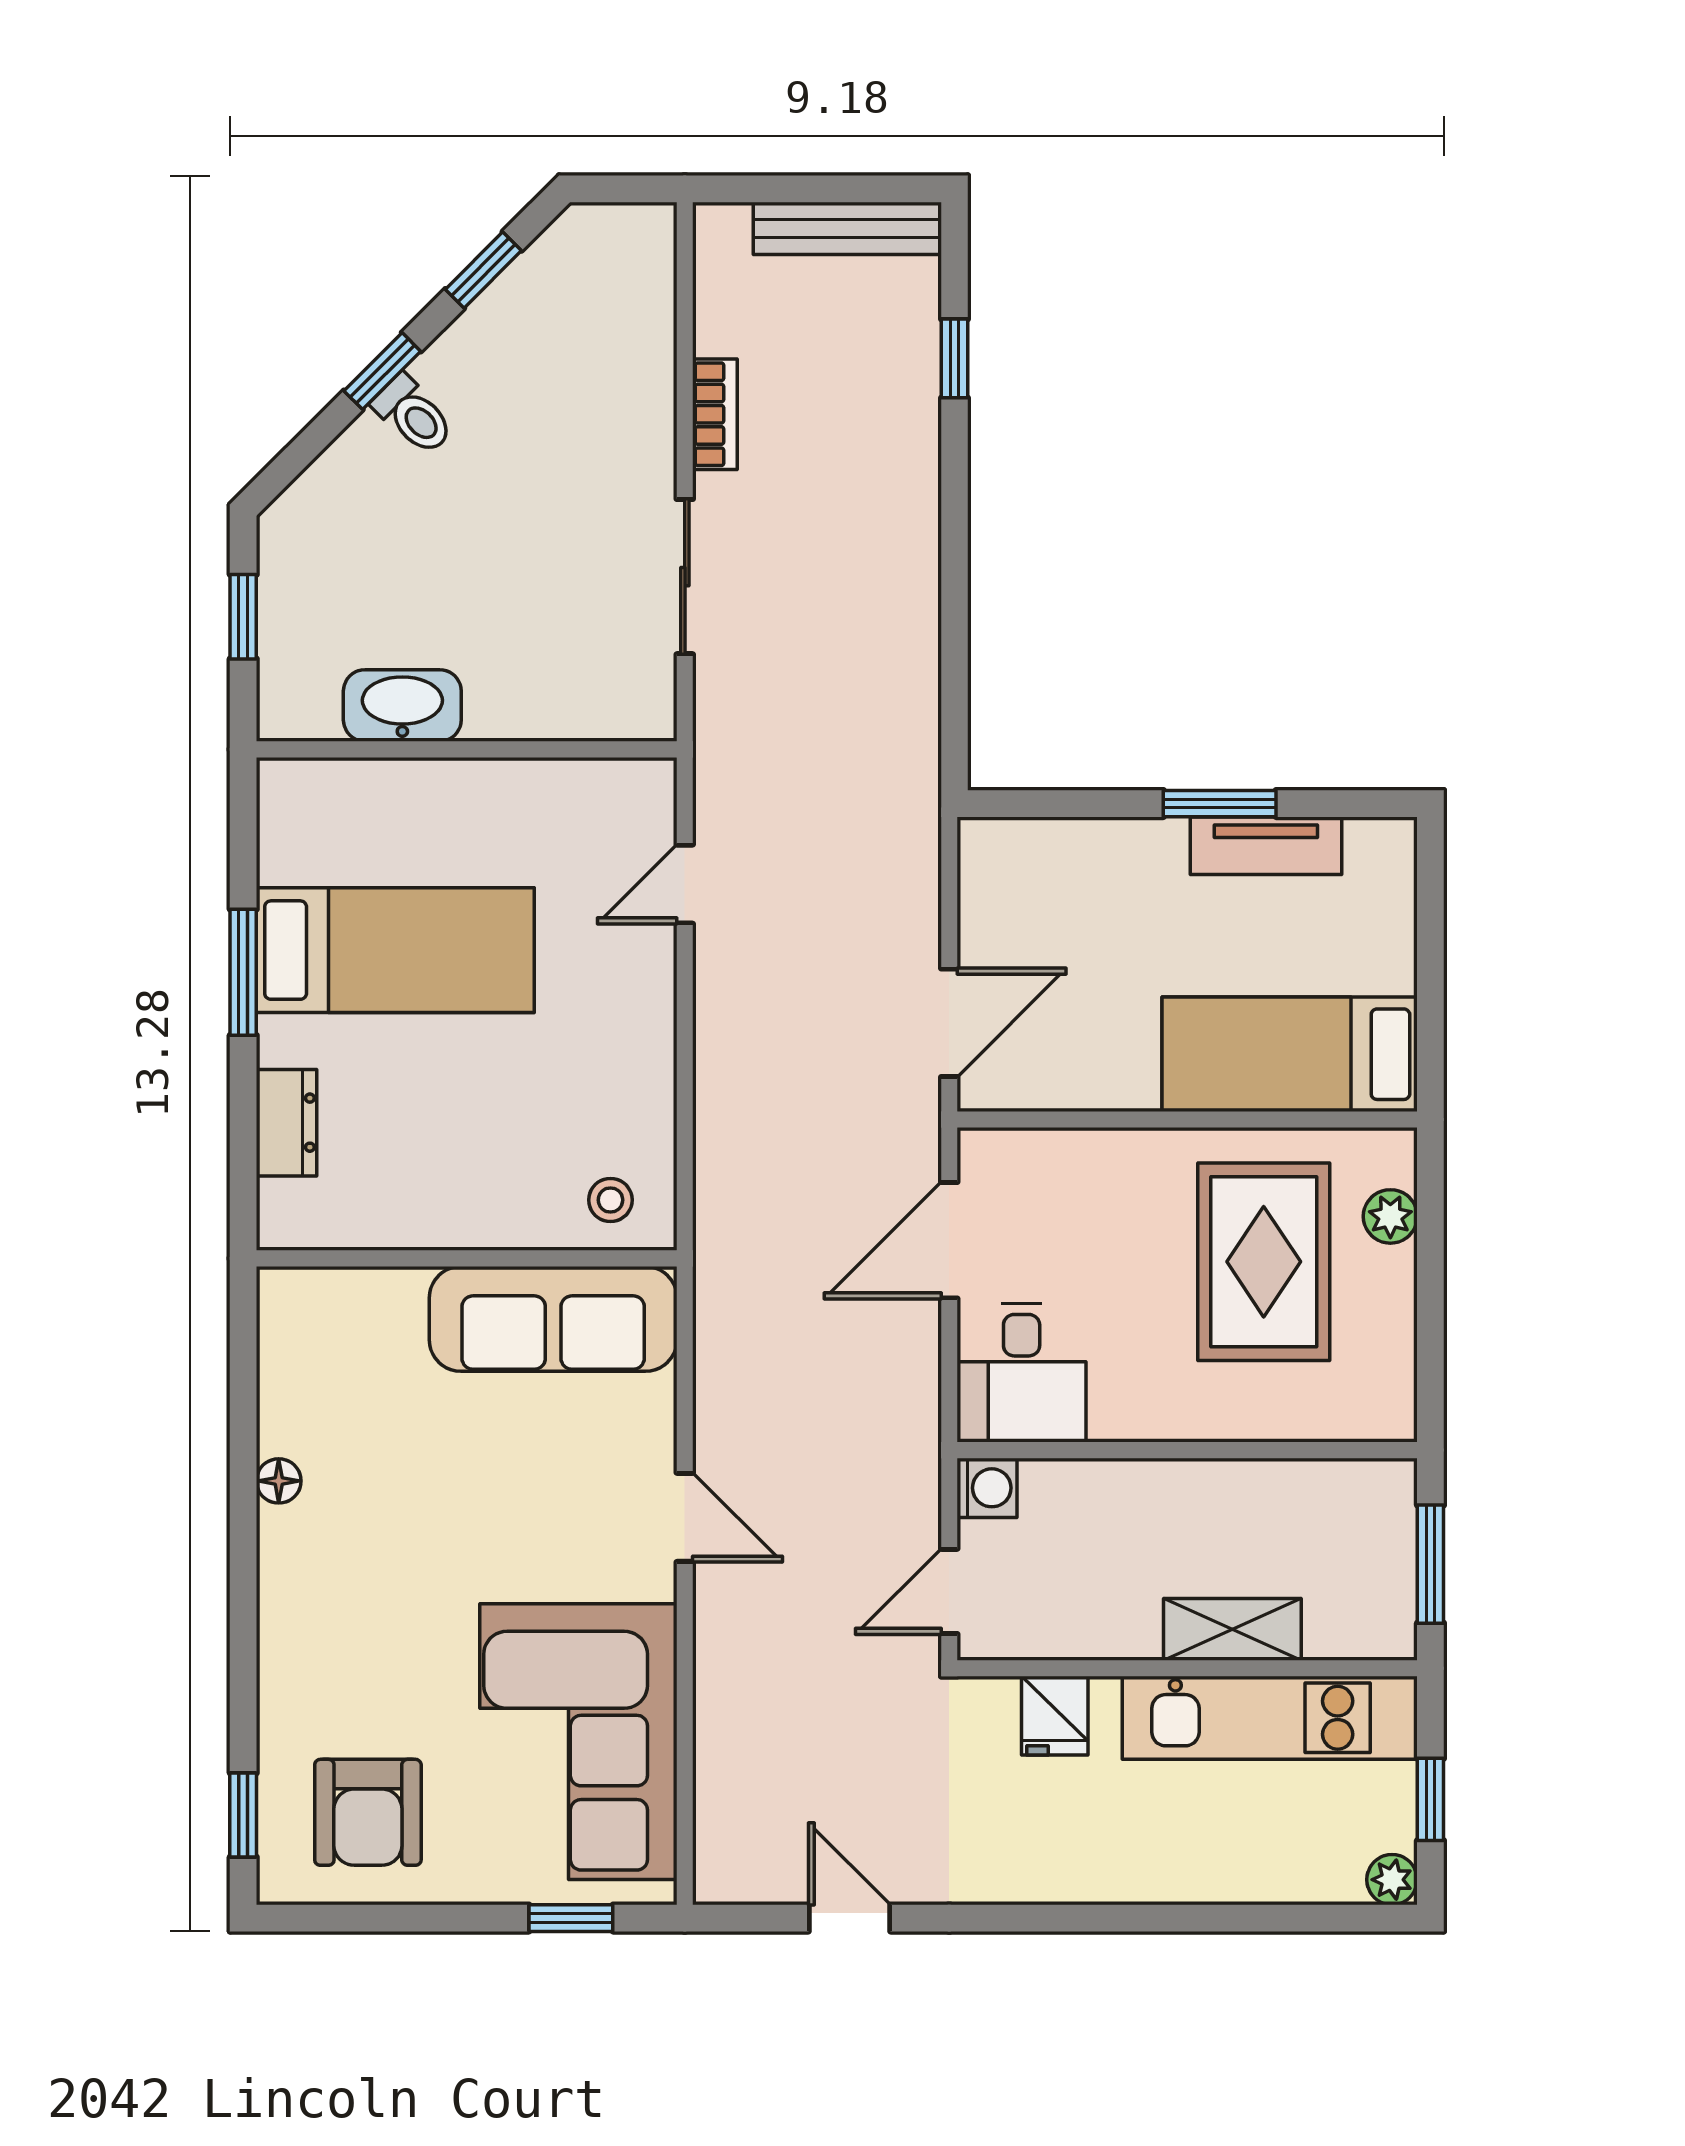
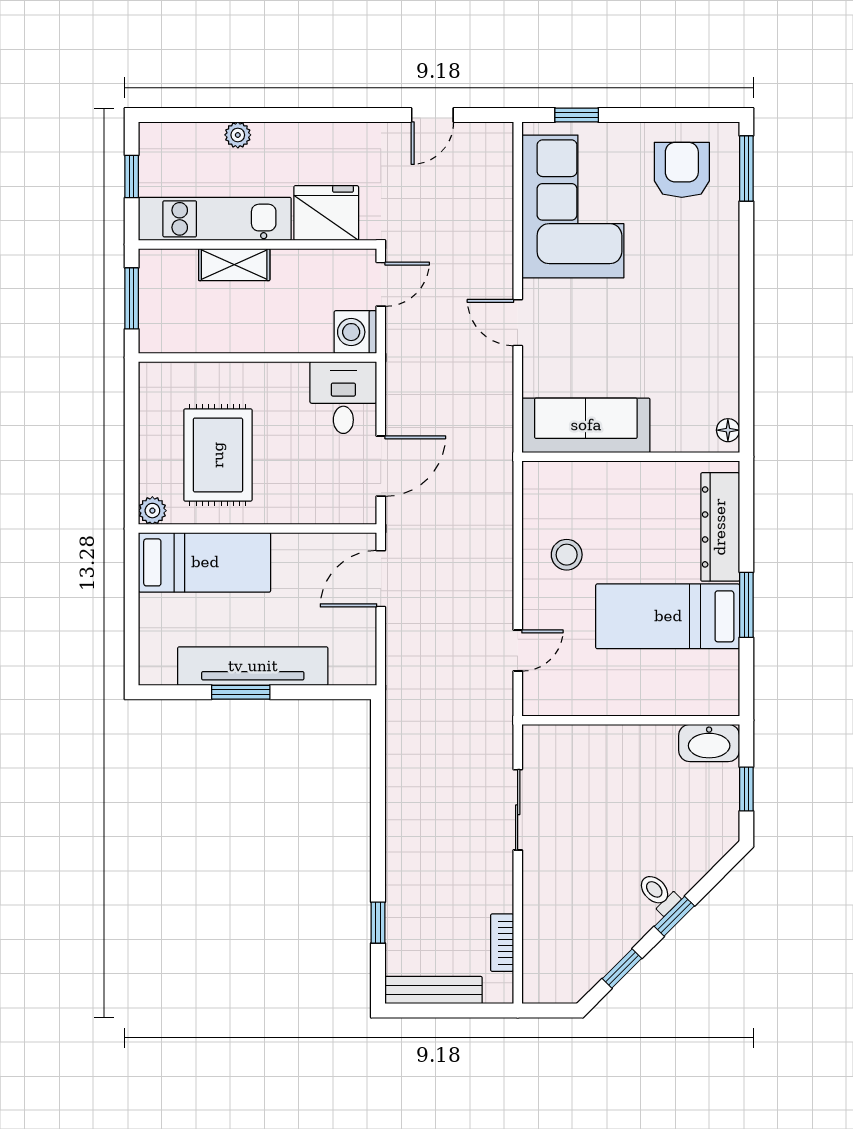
bookcase: (715, 414) -> (502, 943), moved
washbasin: (402, 706) -> (709, 743), moved
tv unit: (1266, 846) -> (253, 666), width x1.92, depth x1.29
dresser: (286, 1123) -> (720, 527), width x1.96, depth x1.24
stool: (610, 1200) -> (567, 555), moved, width x1.37, depth x1.37
plant: (1390, 1216) -> (152, 511), moved
floor lamp: (279, 1481) -> (728, 430), moved
washing machine: (987, 1488) -> (355, 332), width x1.38, depth x1.38
fridge: (1055, 1716) -> (326, 213), width x1.88, depth x1.34
window: (243, 1815) -> (746, 168), width x1.50
plant: (1392, 1880) -> (238, 135), moved
door: (850, 1918) -> (432, 115), hinge flipped

